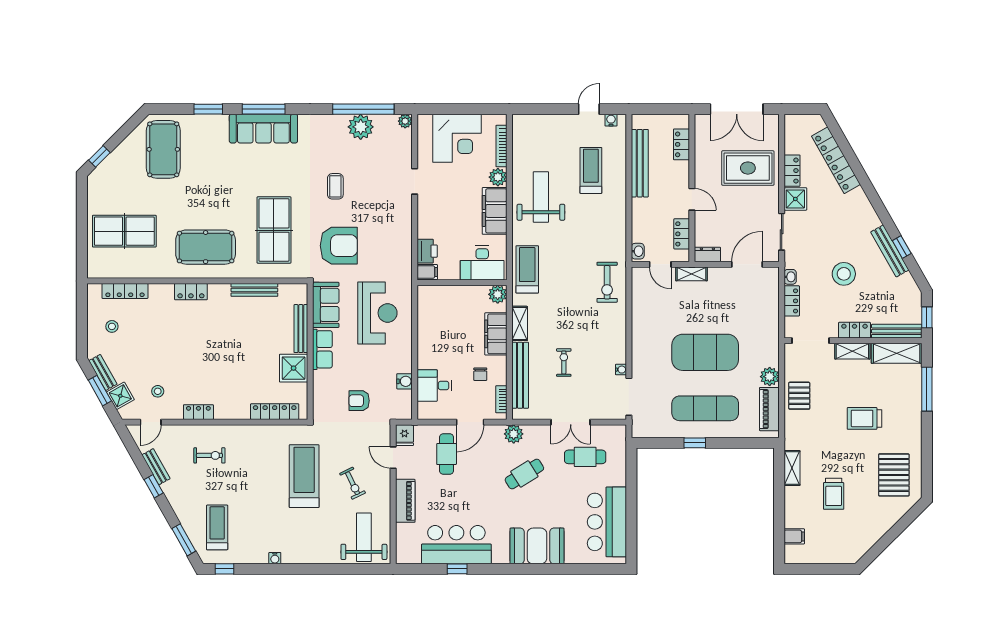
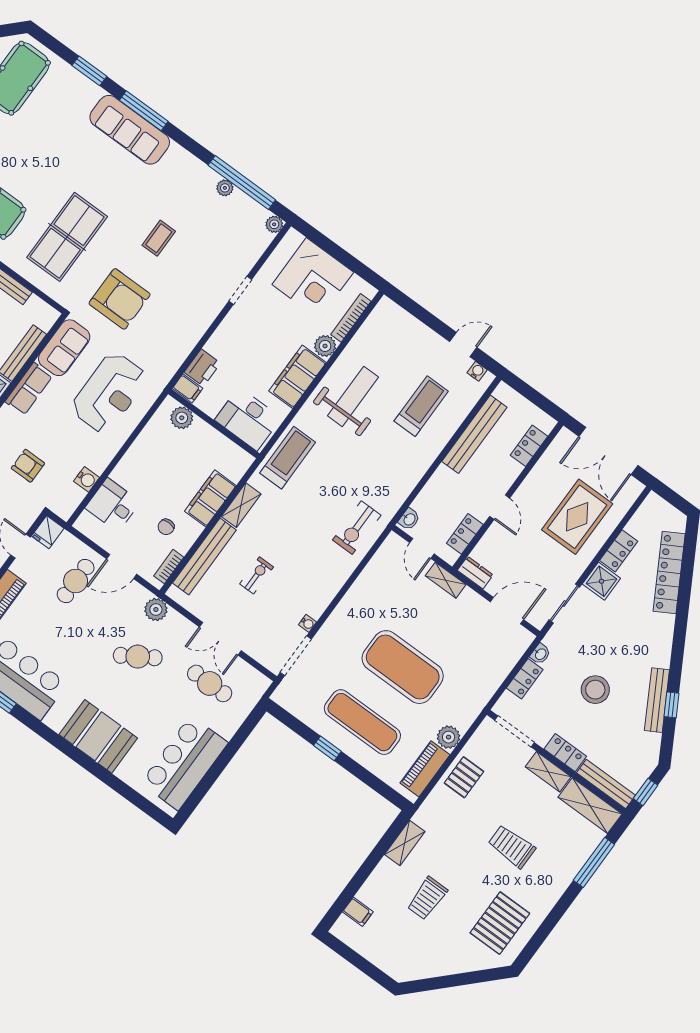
plant: (361, 127) -> (225, 188), width x0.53, depth x0.53
rug: (748, 168) -> (577, 517), turned 90
plant: (498, 294) -> (182, 418), moved

